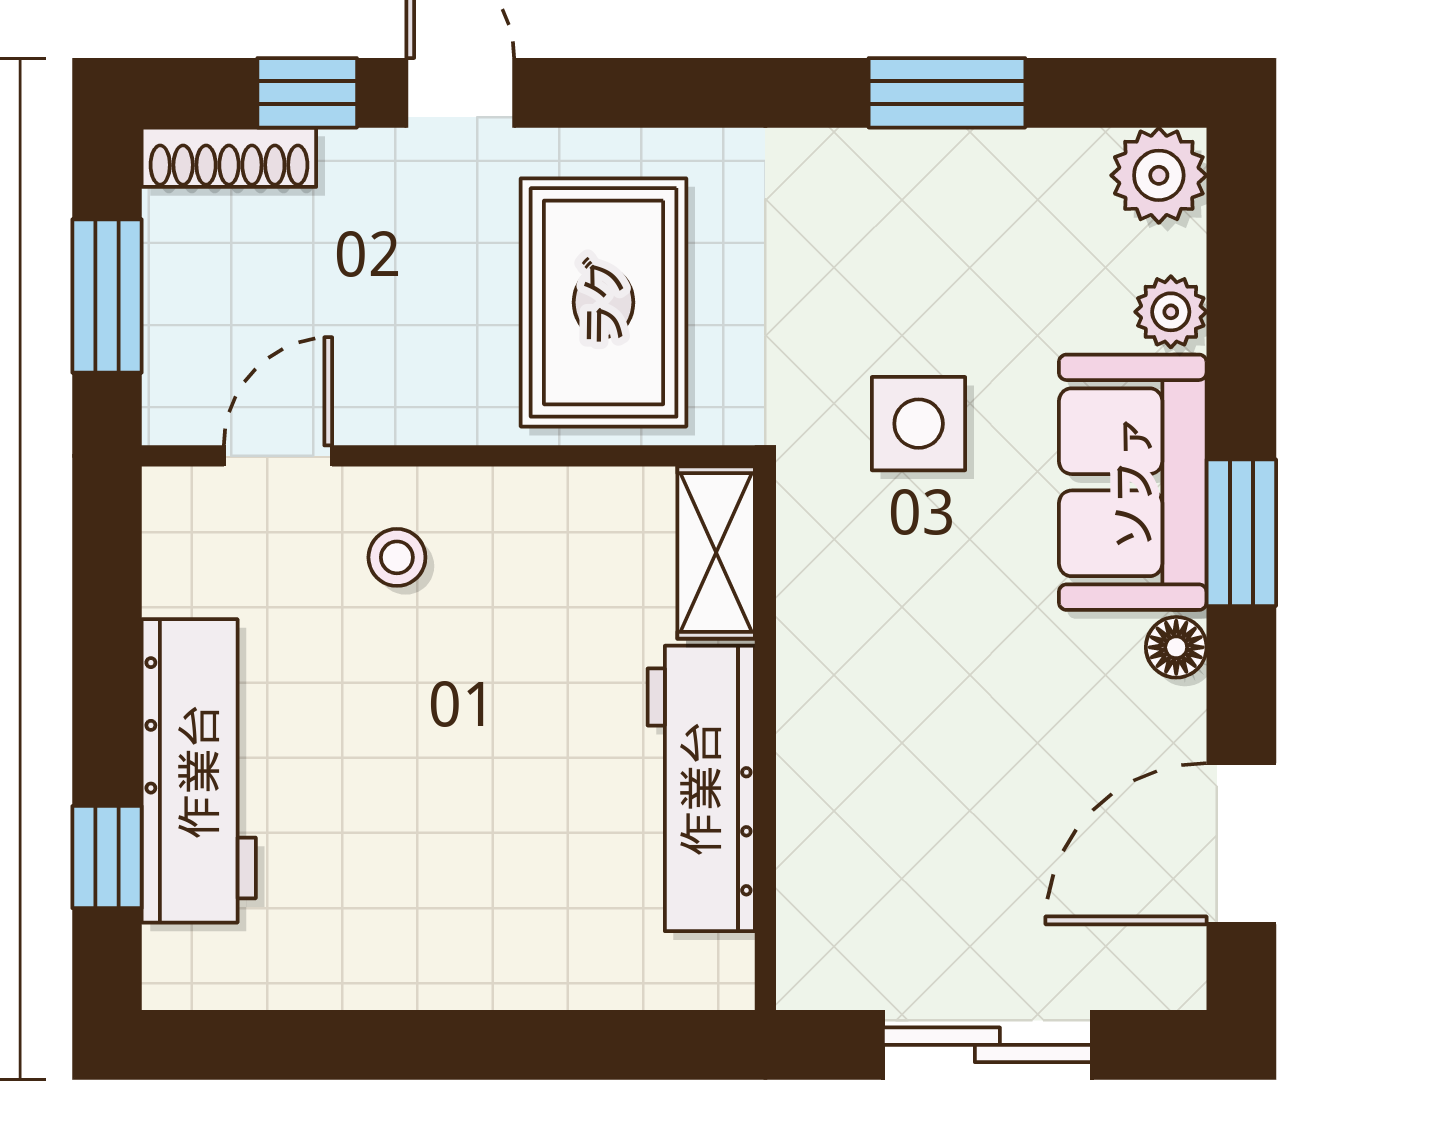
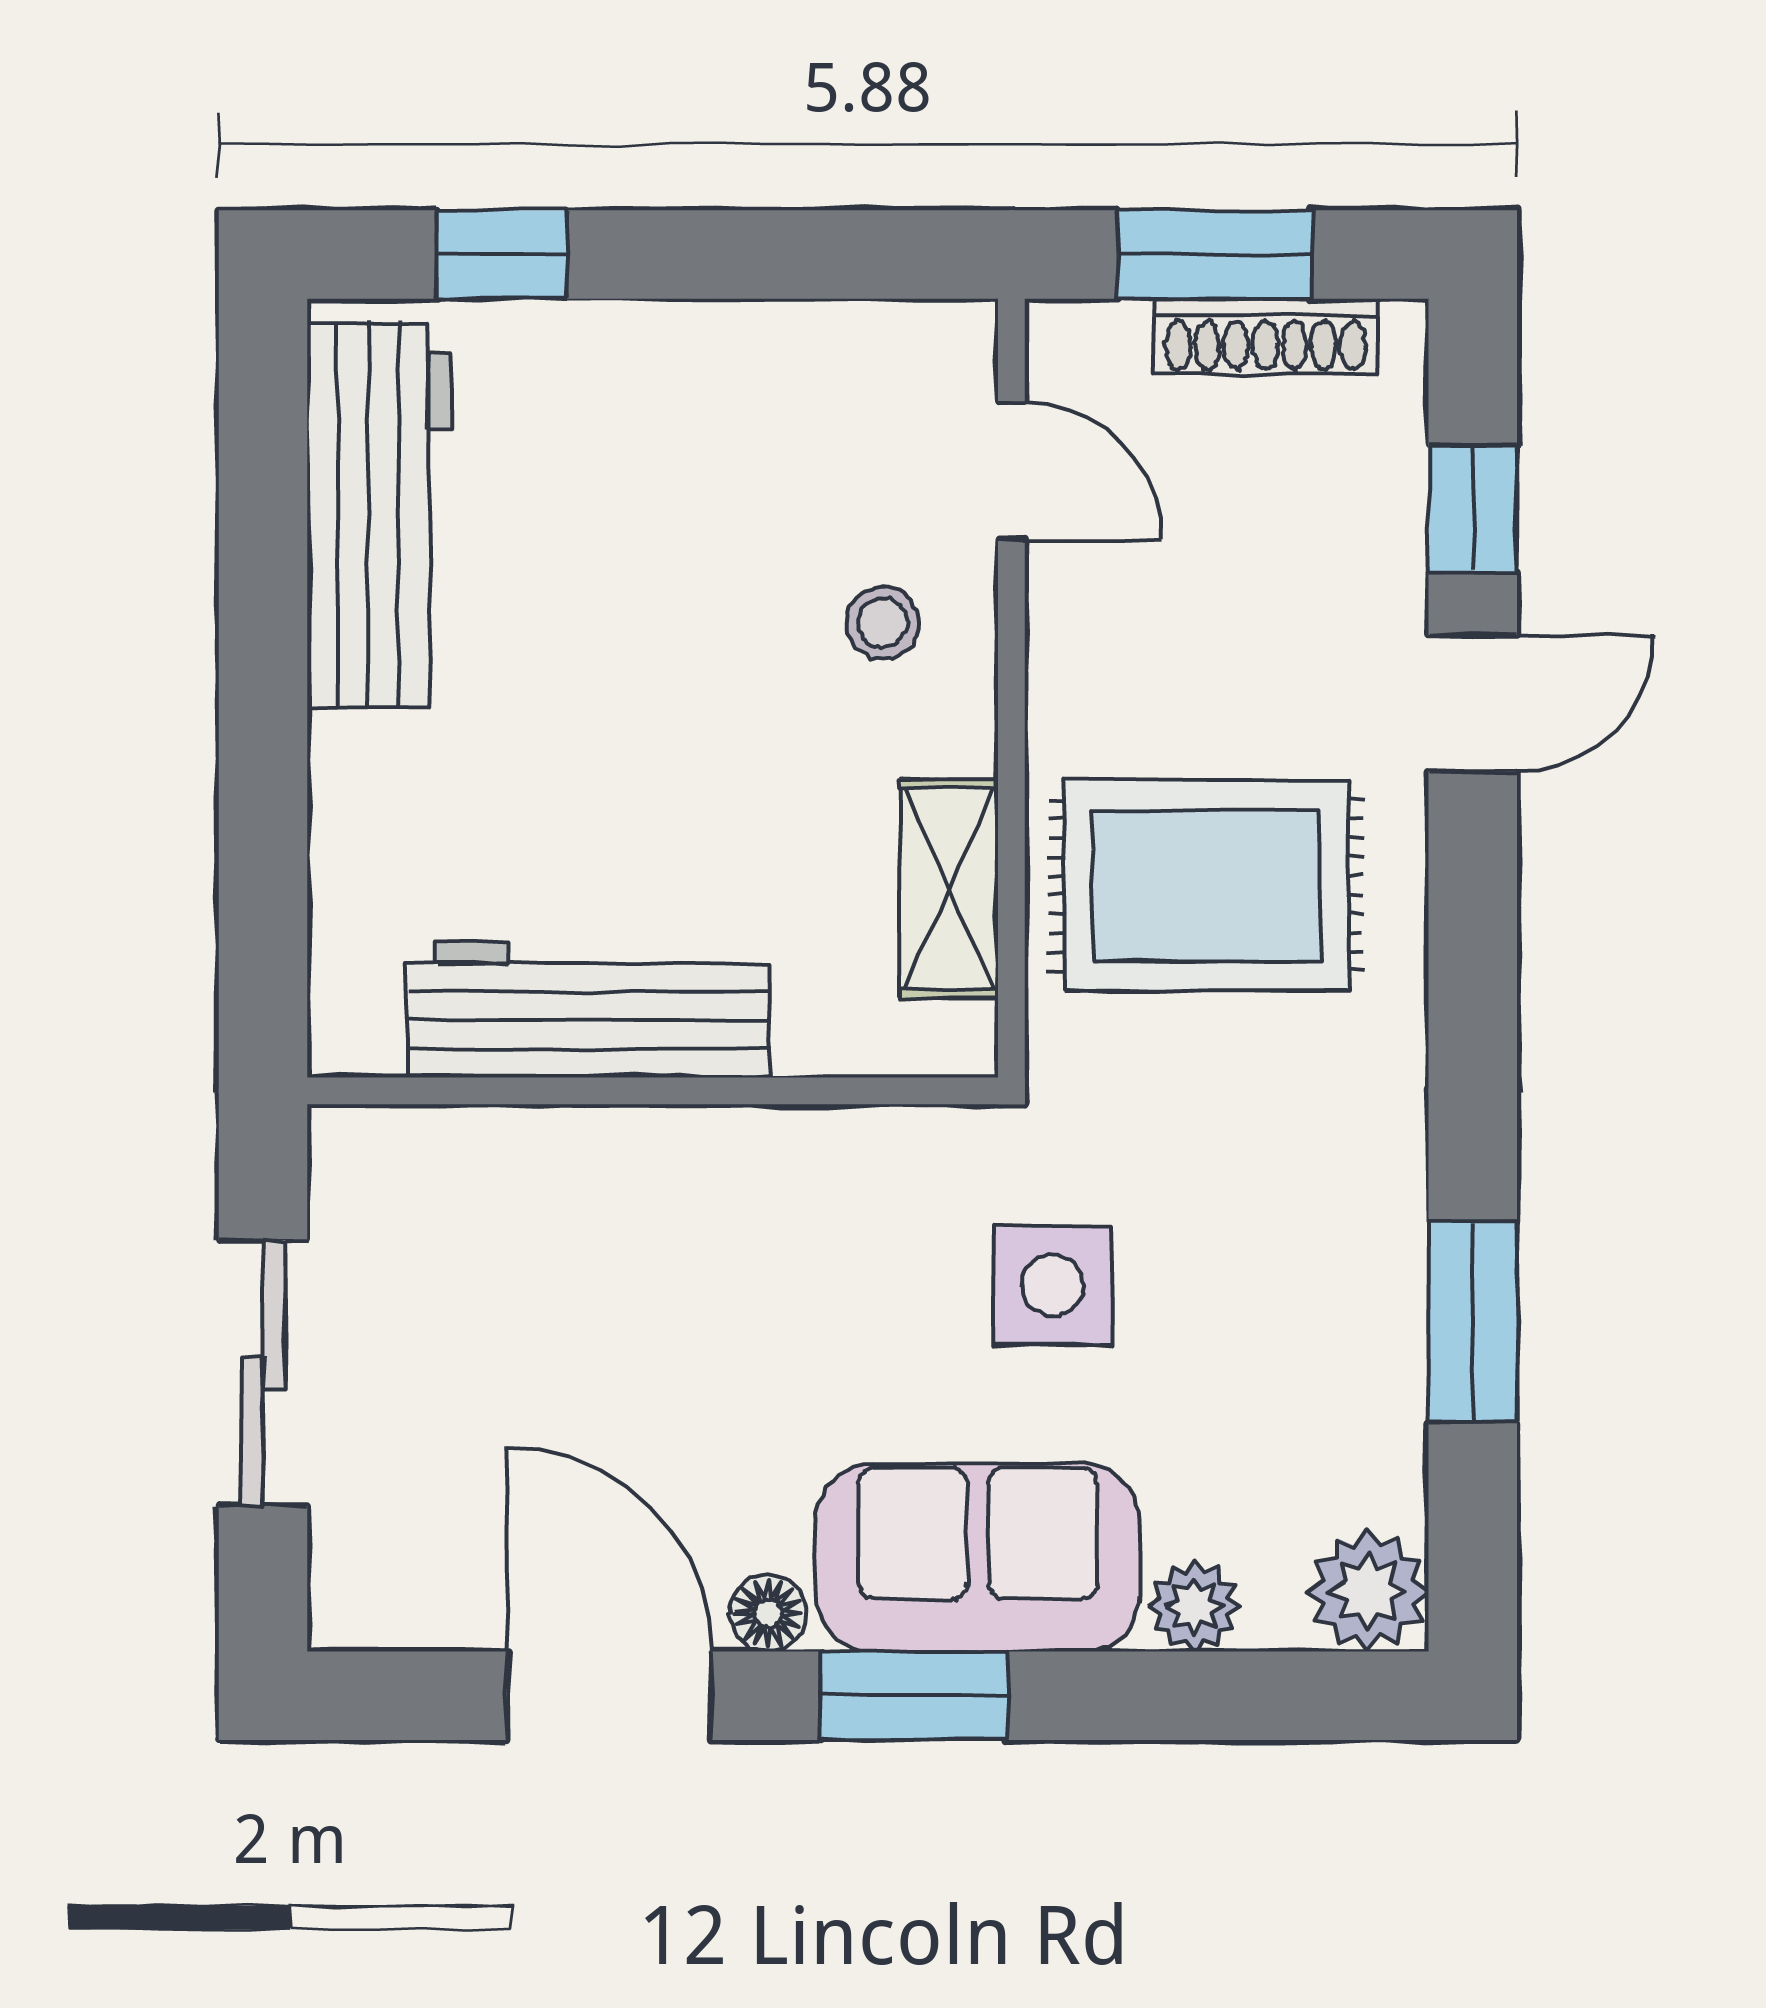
shoe rack: (229, 157) -> (1265, 336), moved, turned -90
shelving: (716, 553) -> (949, 888), moved, turned 90
workbench: (199, 771) -> (380, 515), moved, turned -90
door: (1241, 844) -> (609, 1696), moved

